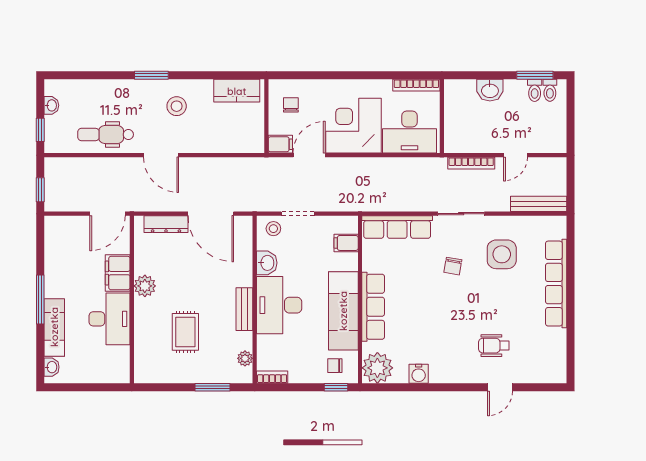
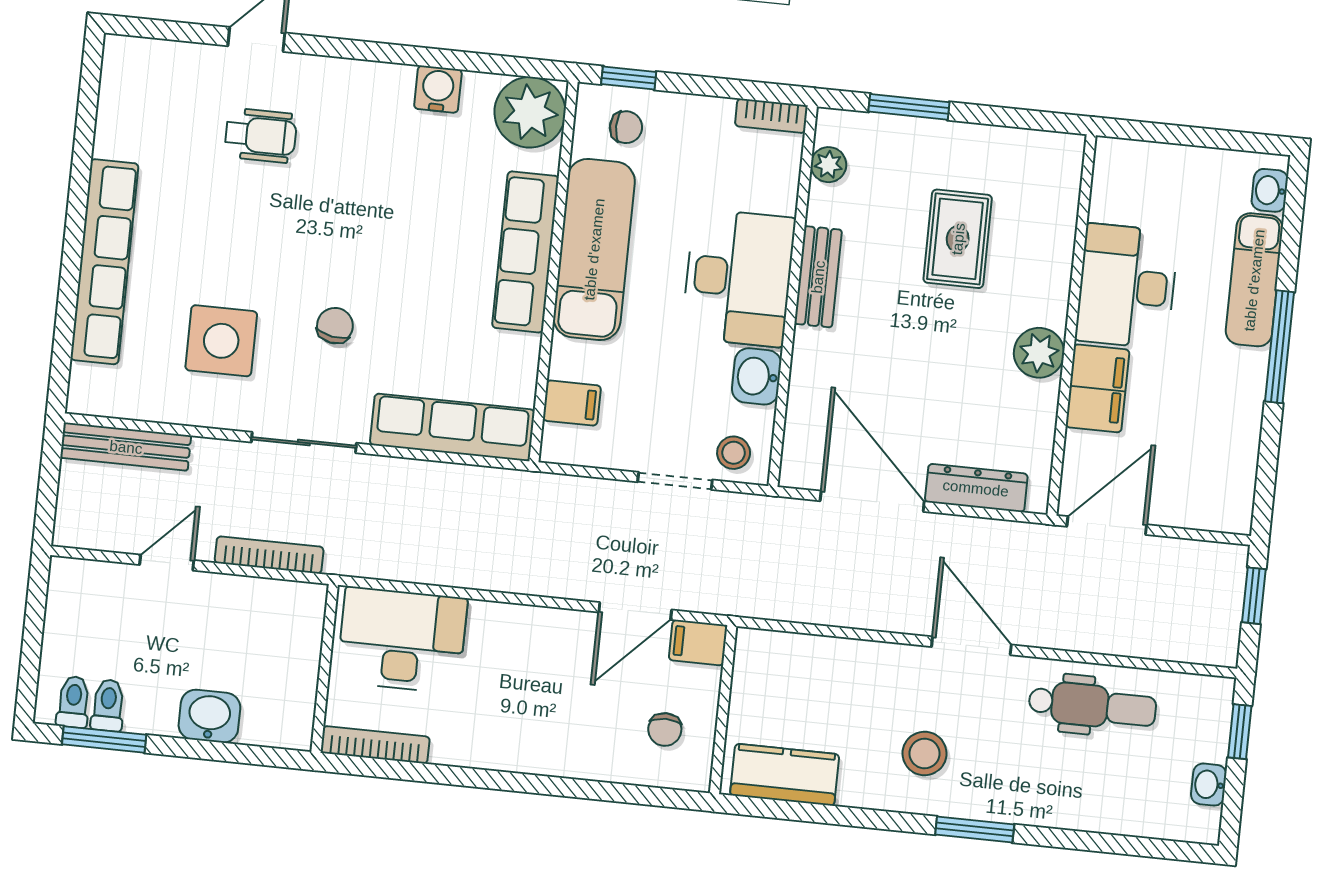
corner desk: (353, 126) -> (528, 668), removed

